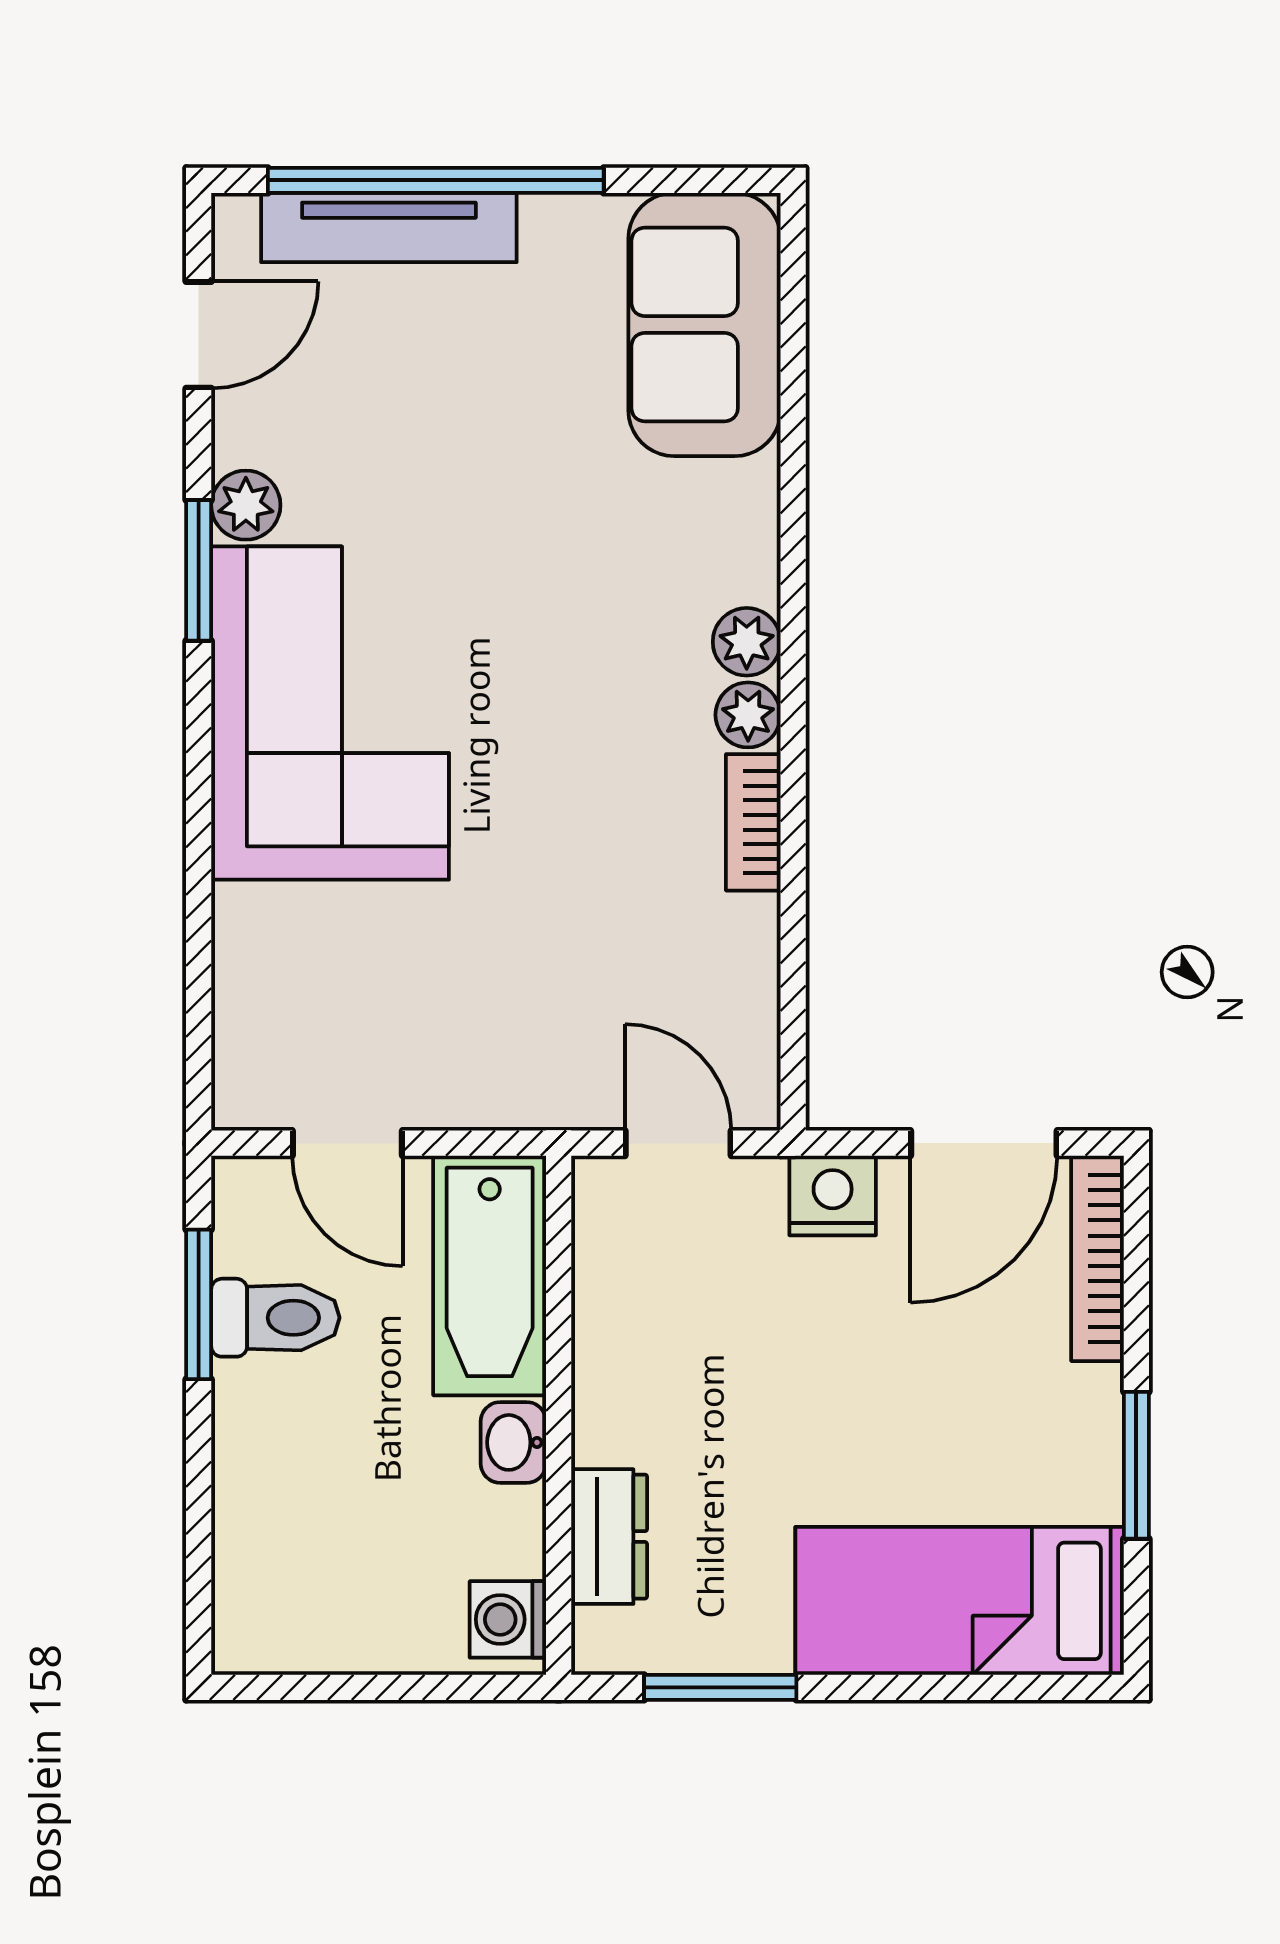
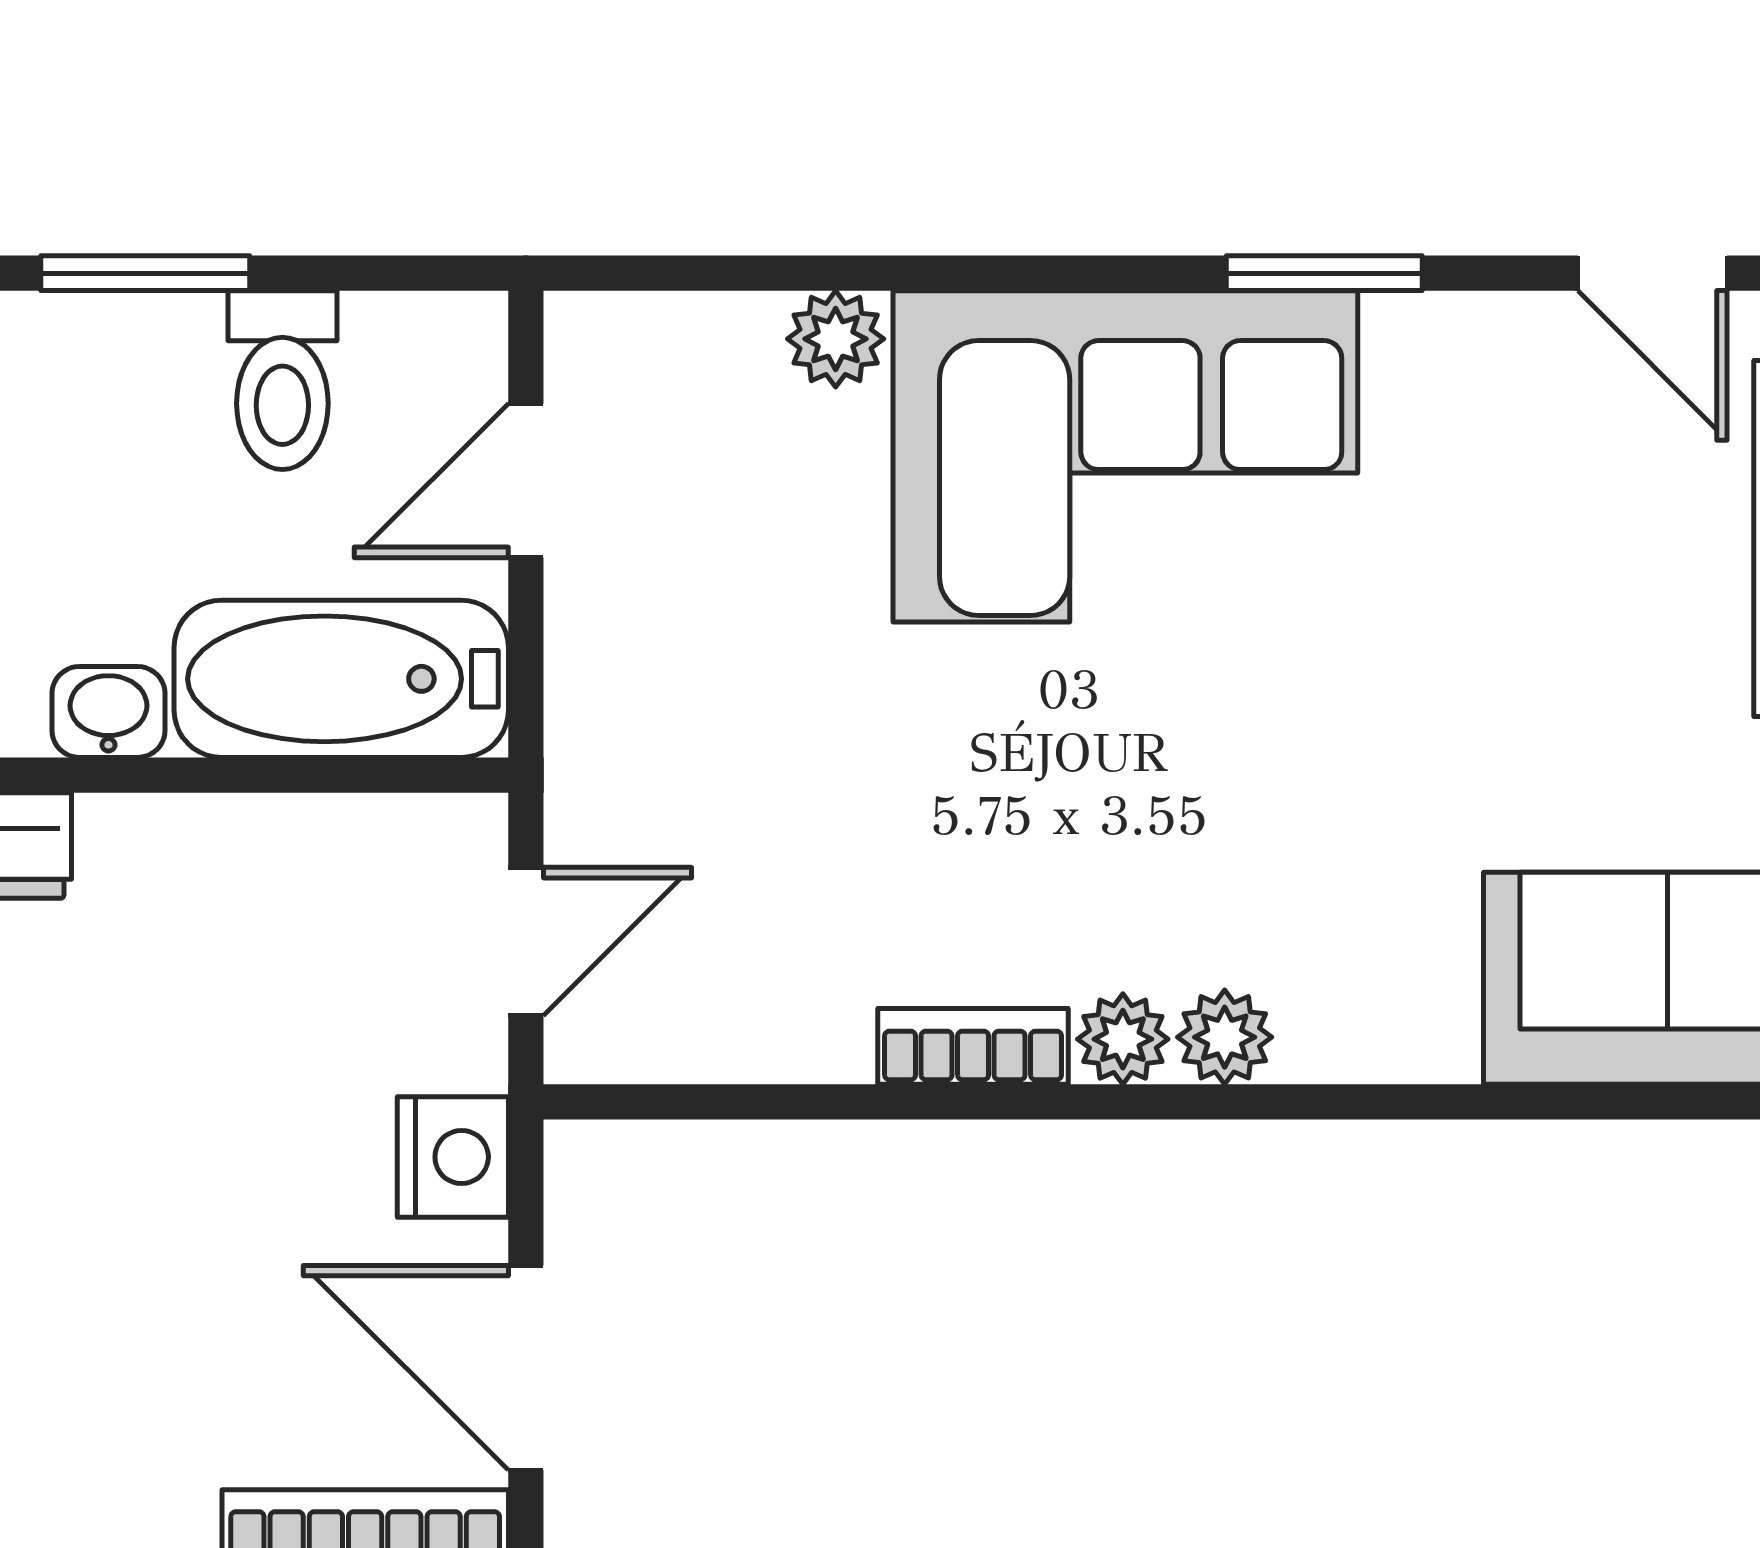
plant: (246, 505) -> (836, 339), moved
window: (199, 1304) -> (145, 273), moved

